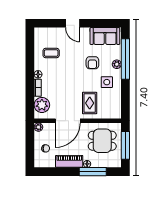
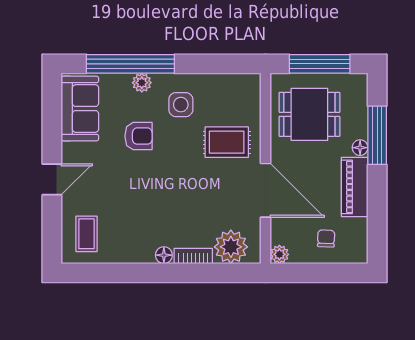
coffee table: (51, 53) -> (86, 234), moved
dining table: (102, 141) -> (309, 114), turned 90

